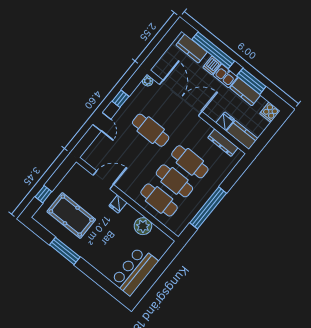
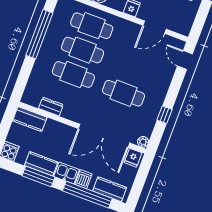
fridge: (225, 121) -> (133, 158), moved
door: (102, 122) -> (185, 60), moved
dresser: (223, 143) -> (51, 107), width x0.70

